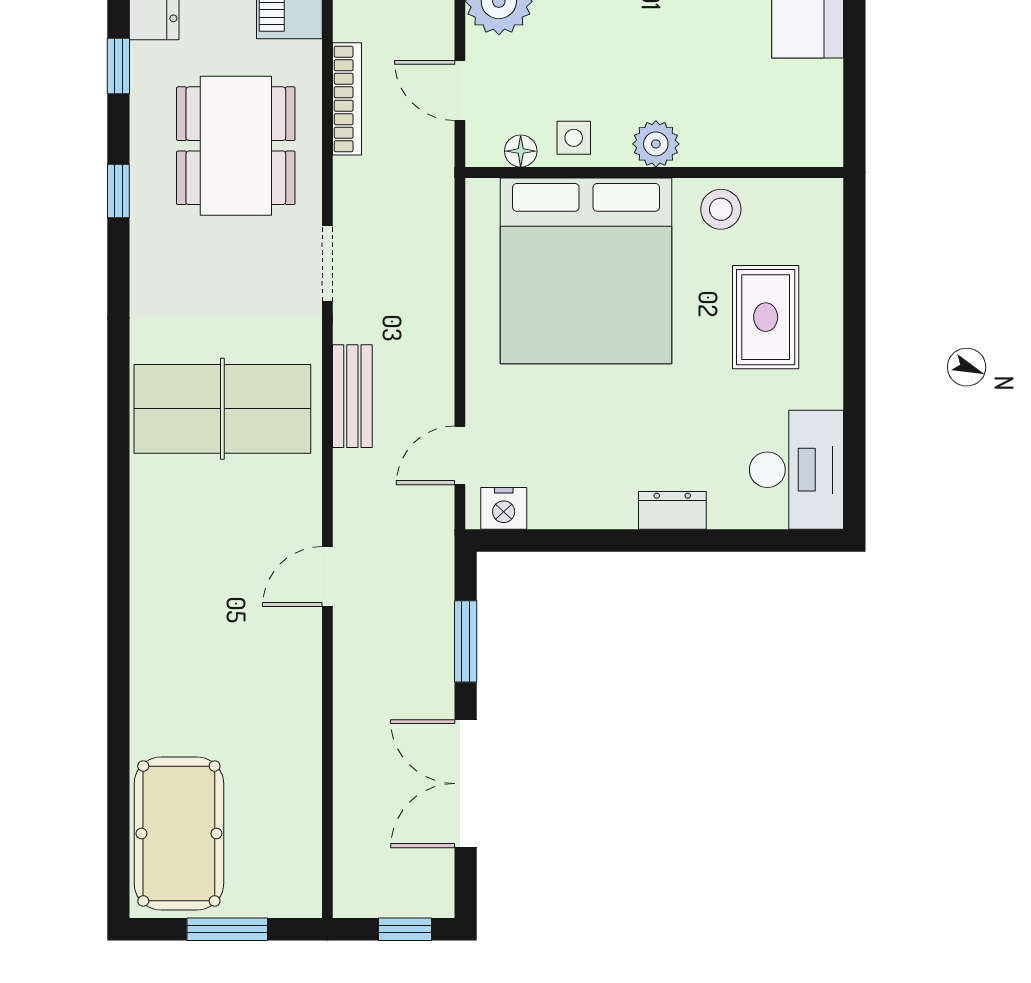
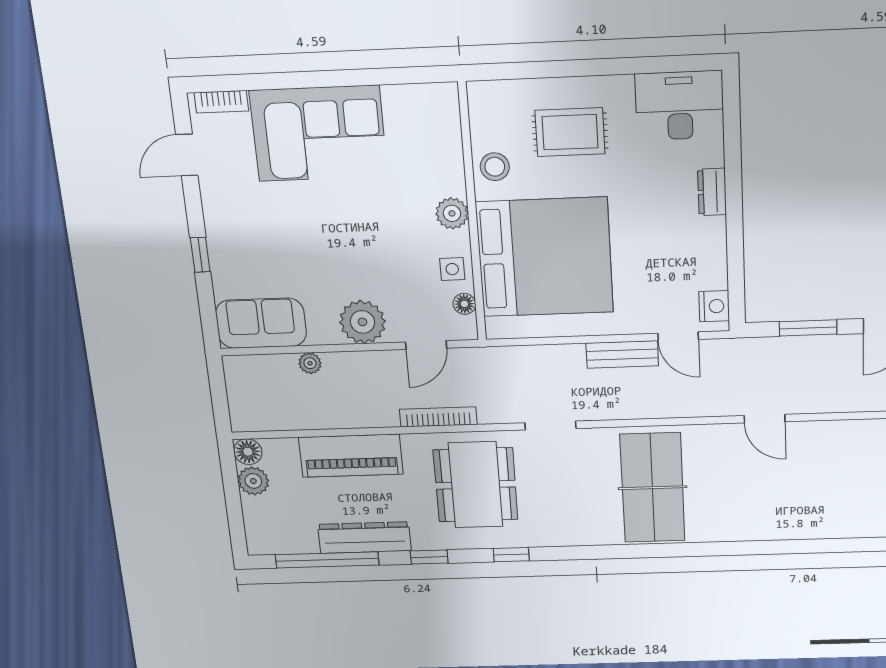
dining table: (236, 146) -> (476, 485), turned 90
bench: (352, 396) -> (622, 354), moved

